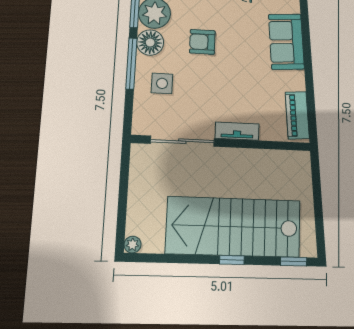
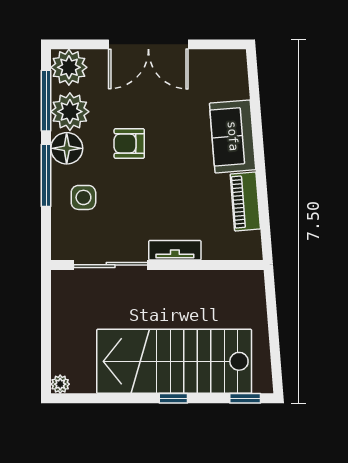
piano: (297, 115) -> (245, 201), moved

